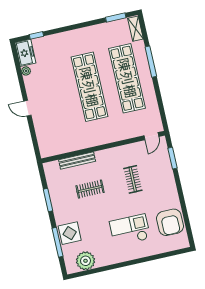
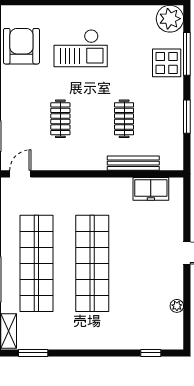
freezer: (25, 53) -> (151, 189), moved, turned -90
clothes rail: (90, 189) -> (124, 119), turned 90
plant: (86, 261) -> (170, 19), moved

